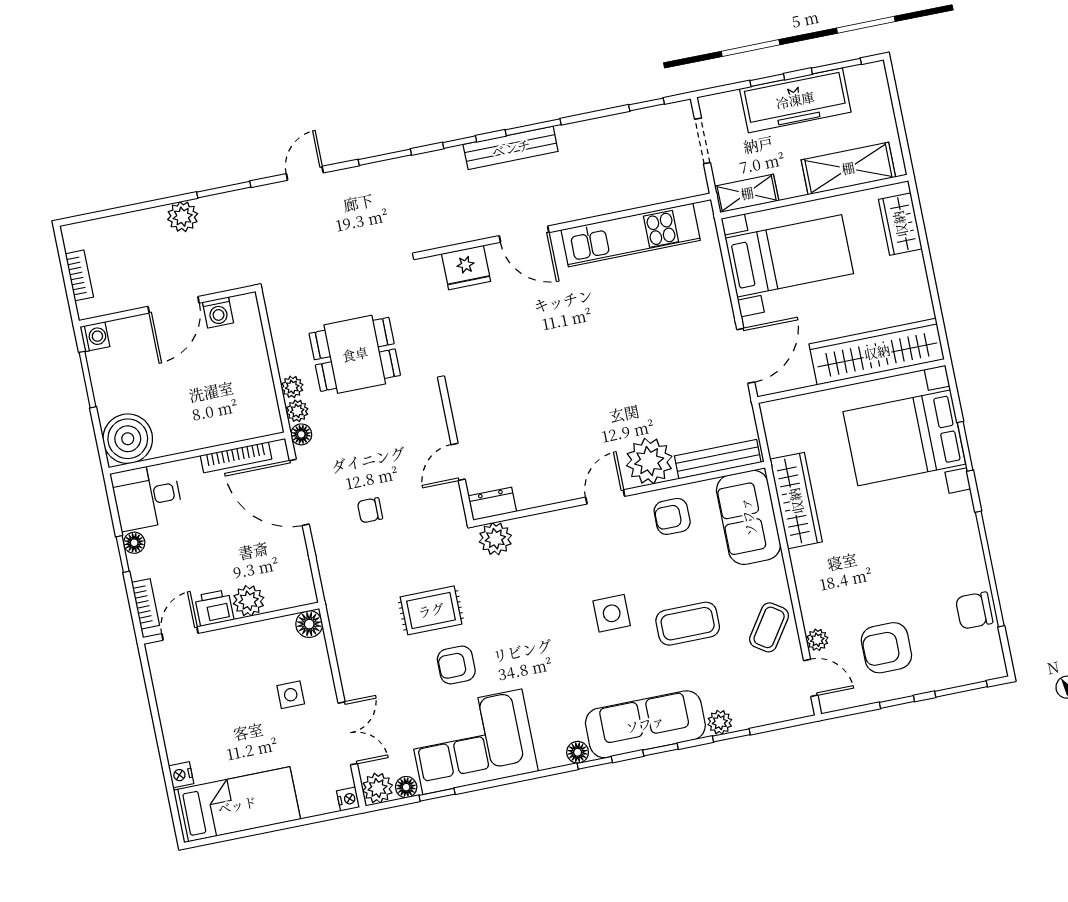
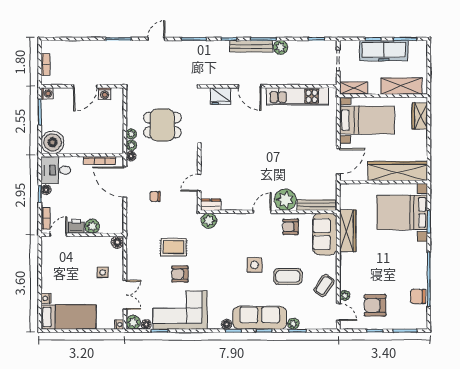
plant: (183, 217) -> (281, 47), moved

